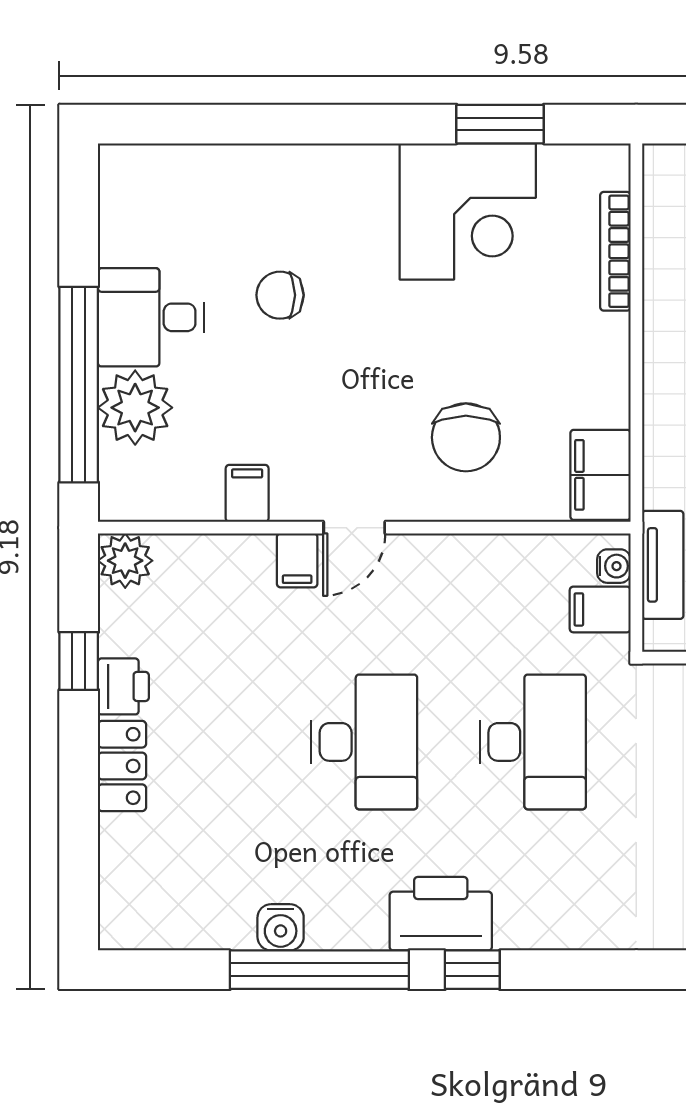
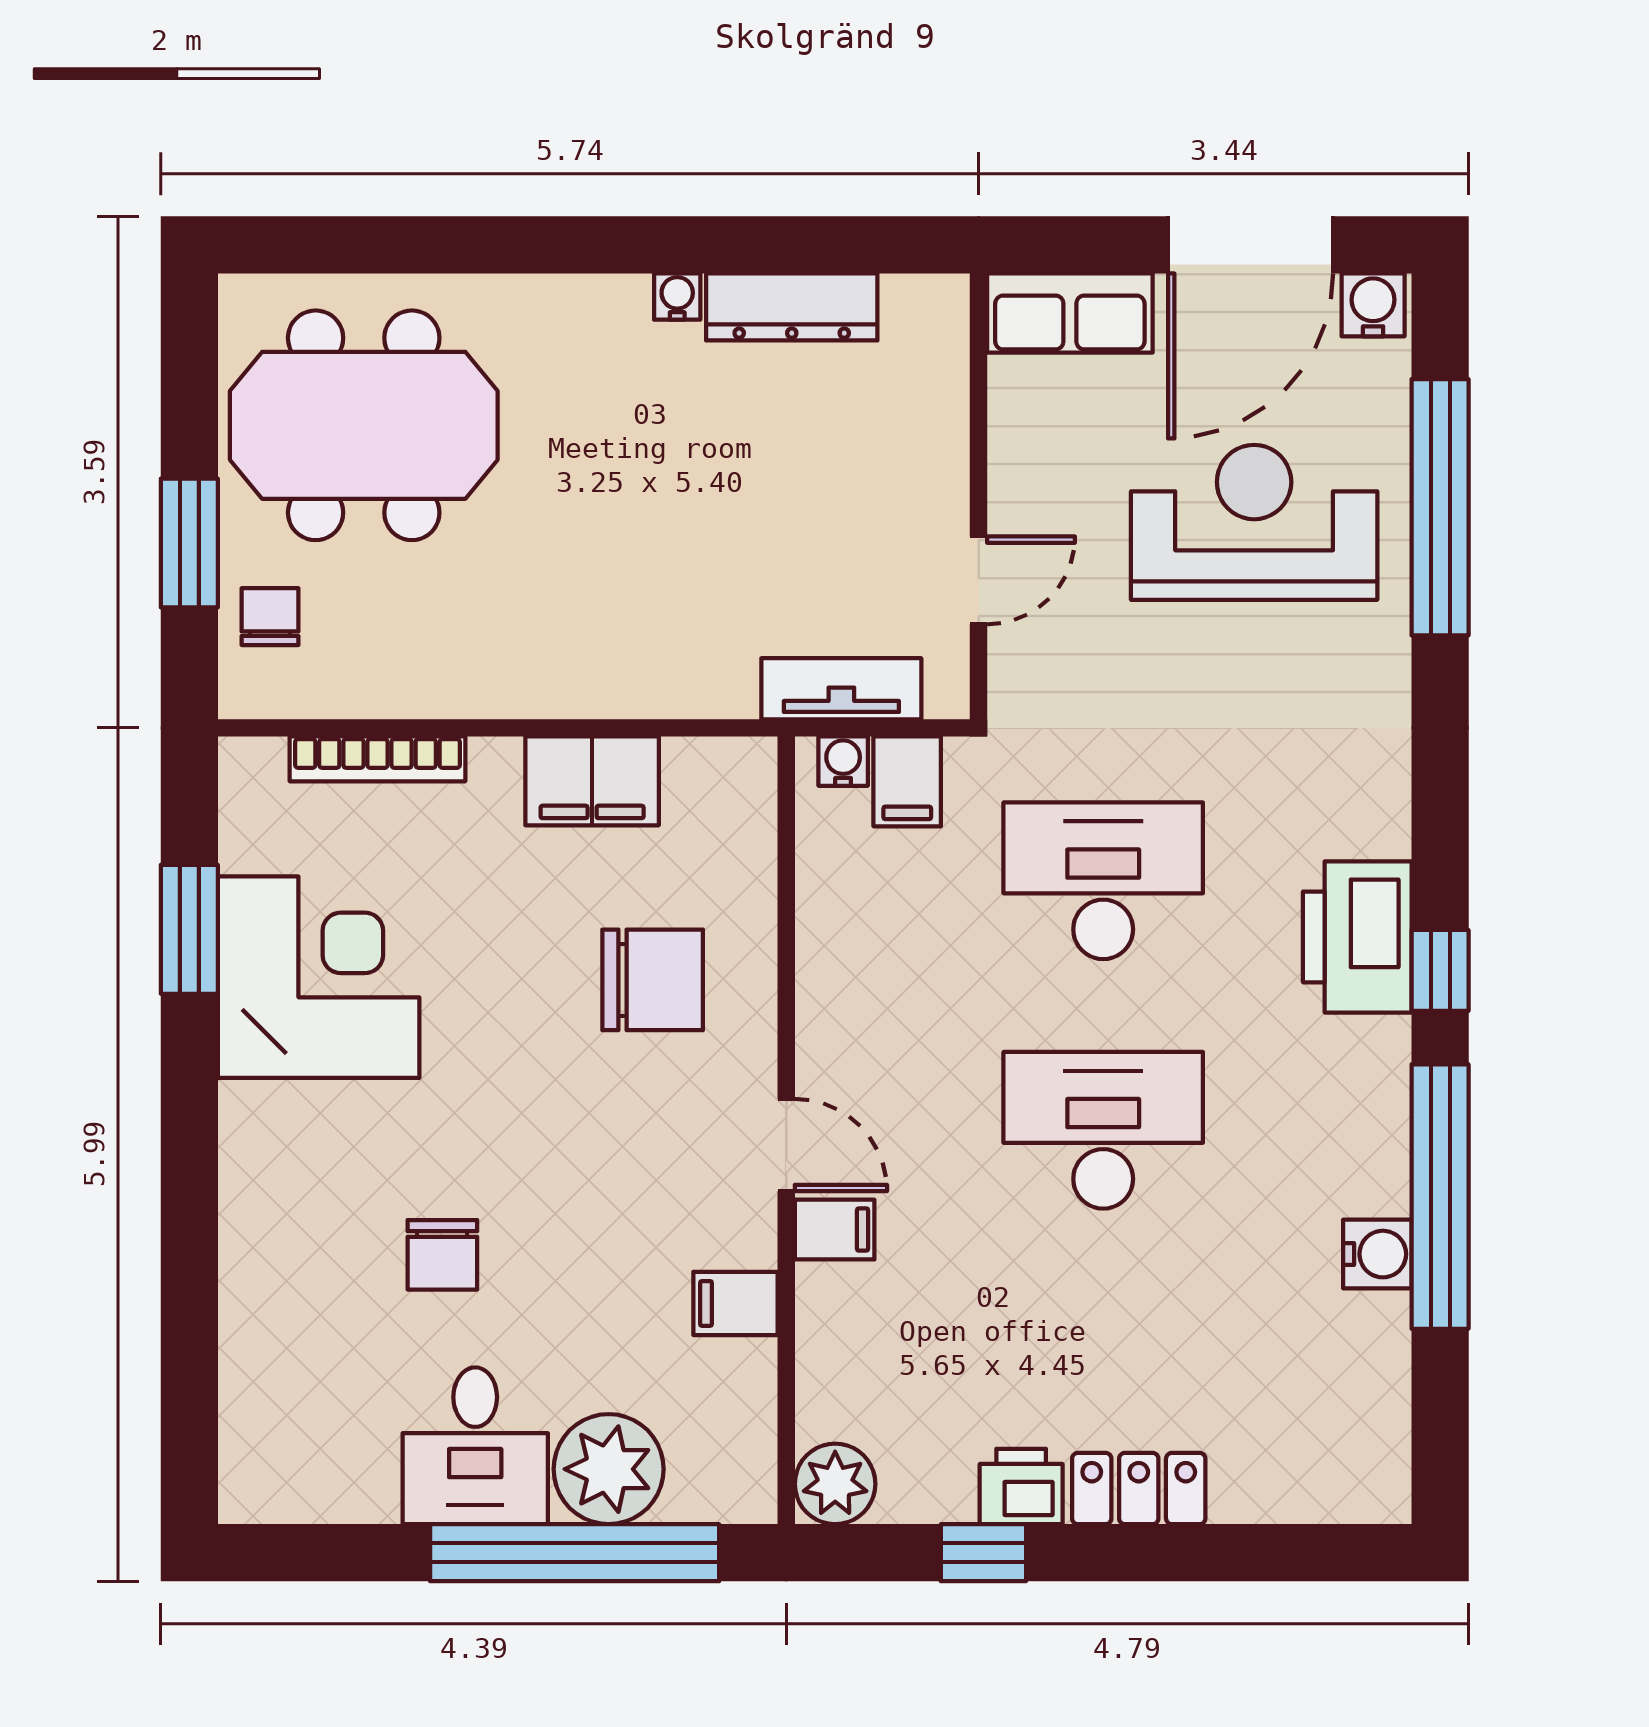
filing cabinet: (600, 475) -> (592, 781), moved
printer: (441, 914) -> (1357, 937), moved

